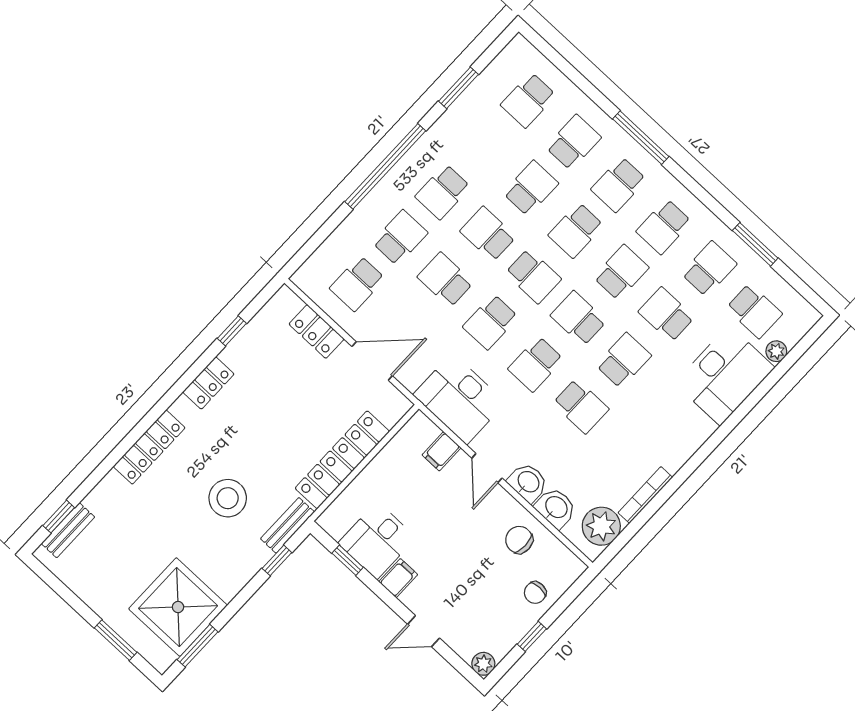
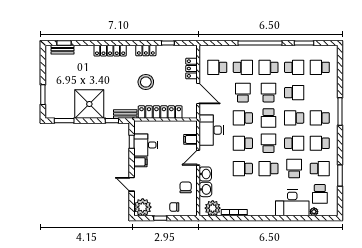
school desk: (573, 142) -> (294, 67), moved
school desk: (624, 360) -> (269, 169), turned 180
school desk: (581, 406) -> (243, 169), turned 90
stool: (228, 498) -> (146, 82), moved
shower: (178, 607) -> (89, 104), moved
plant: (483, 664) -> (143, 207), width x1.87, depth x1.87

